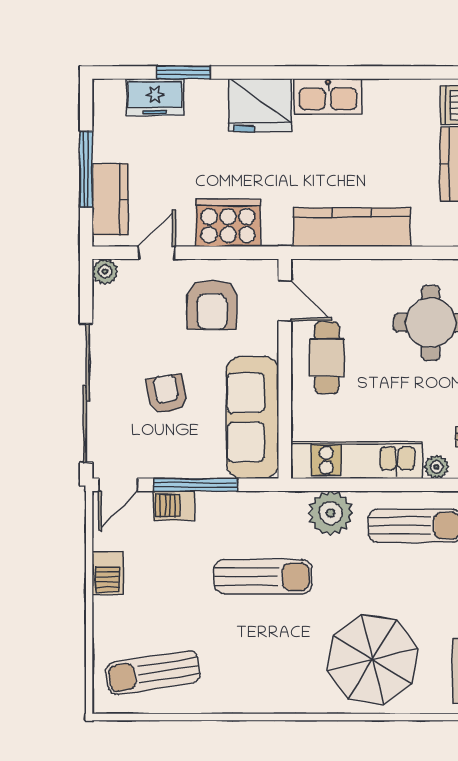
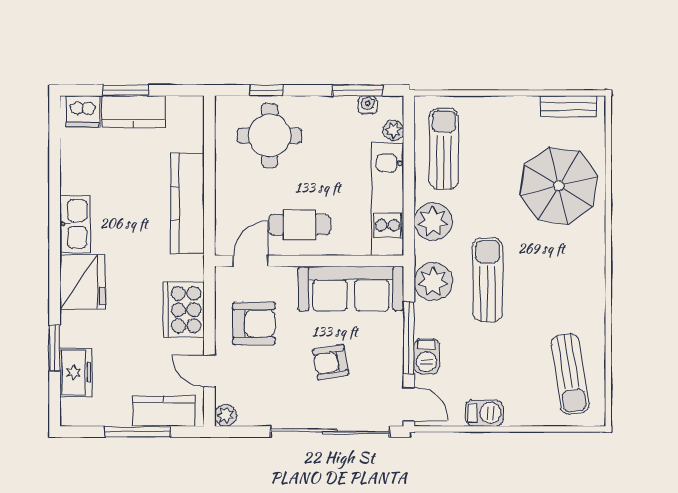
plant: (261, 513) -> (433, 281), added

